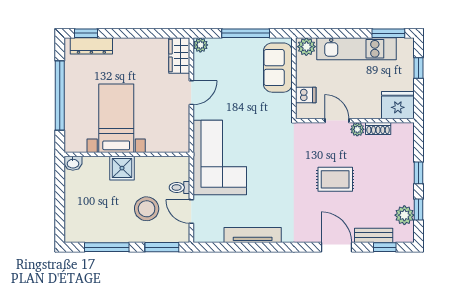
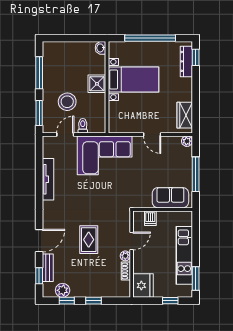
plant: (306, 47) -> (186, 219), removed
wardrobe: (179, 56) -> (185, 115), moved, turned -90

